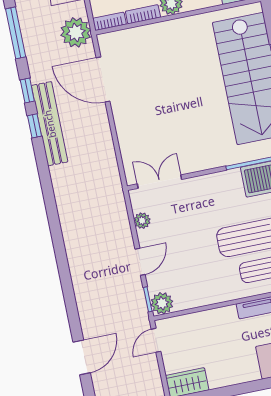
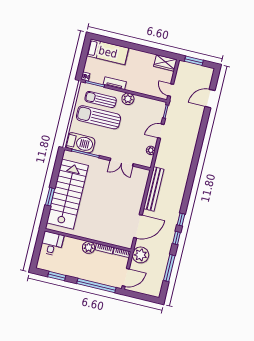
door: (103, 80) -> (138, 226), hinge flipped
bench: (50, 124) -> (154, 189), moved
double door: (159, 182) -> (122, 162), moved
plant: (162, 303) -> (128, 99), moved
door: (156, 340) -> (171, 90), swing flipped

